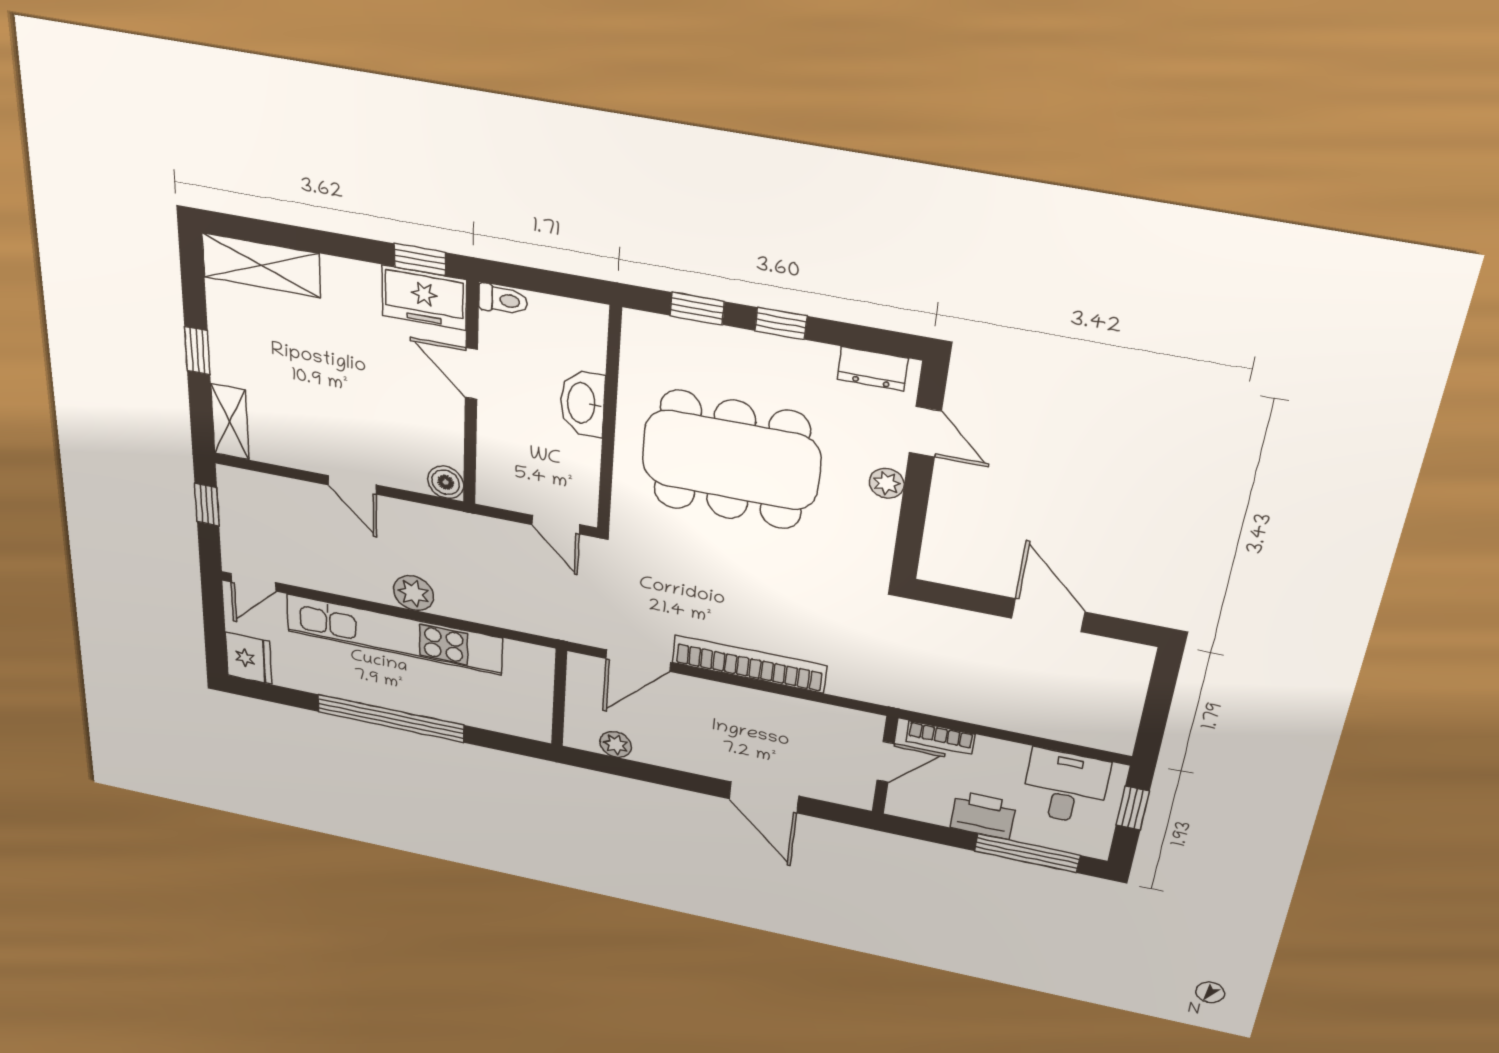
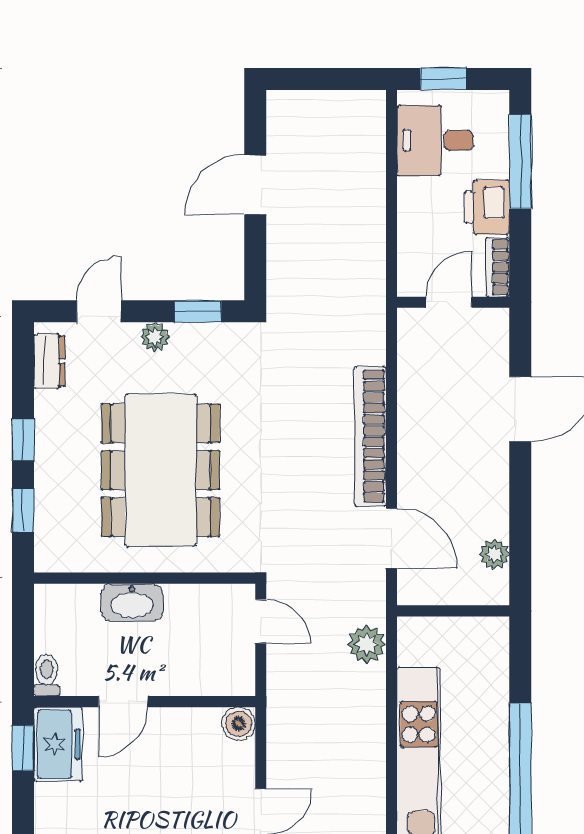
door: (556, 525) -> (261, 621), hinge flipped
window: (910, 532) -> (198, 311), added
plant: (414, 593) -> (367, 644), moved
bookcase: (940, 738) -> (498, 267), moved, turned 180
door: (886, 762) -> (449, 302), hinge flipped

